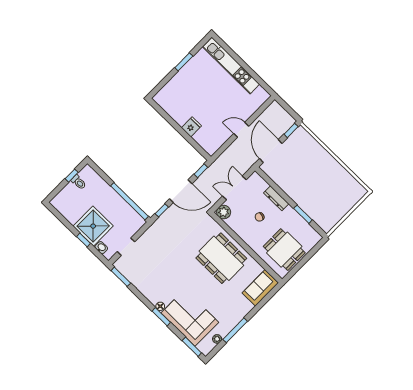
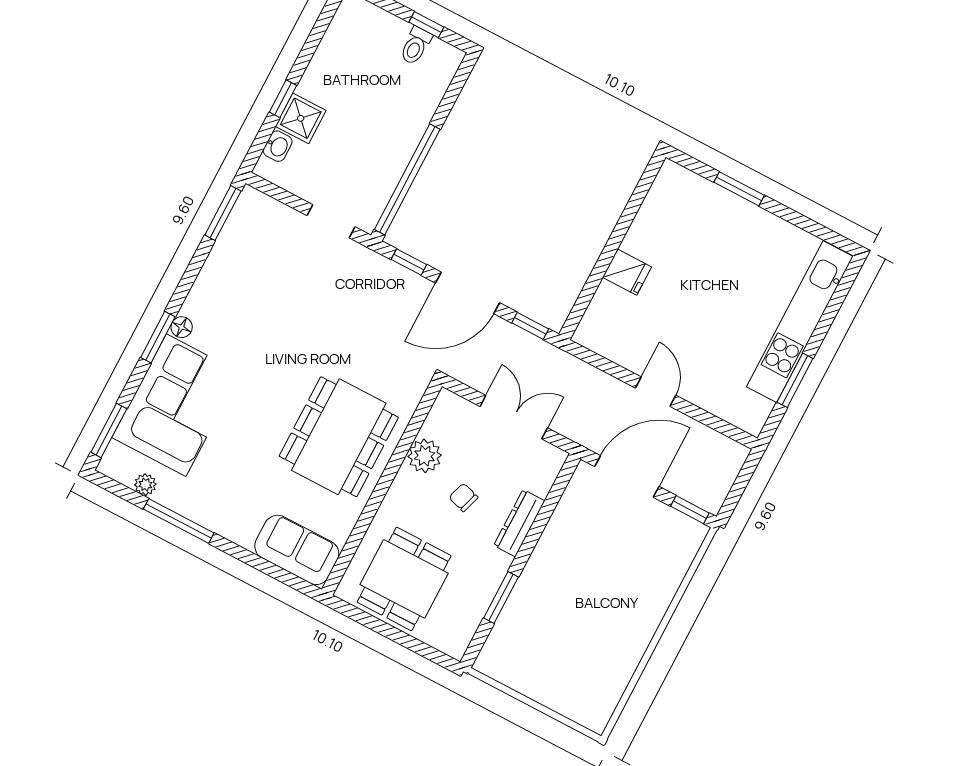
window: (184, 62) -> (739, 189), moved
window: (253, 74) -> (795, 380), added
door: (181, 191) -> (467, 293), hinge flipped
plant: (224, 212) -> (425, 456), moved
shower: (93, 226) -> (301, 118), width x0.54, depth x0.54
doorway: (126, 247) -> (331, 221), moved

